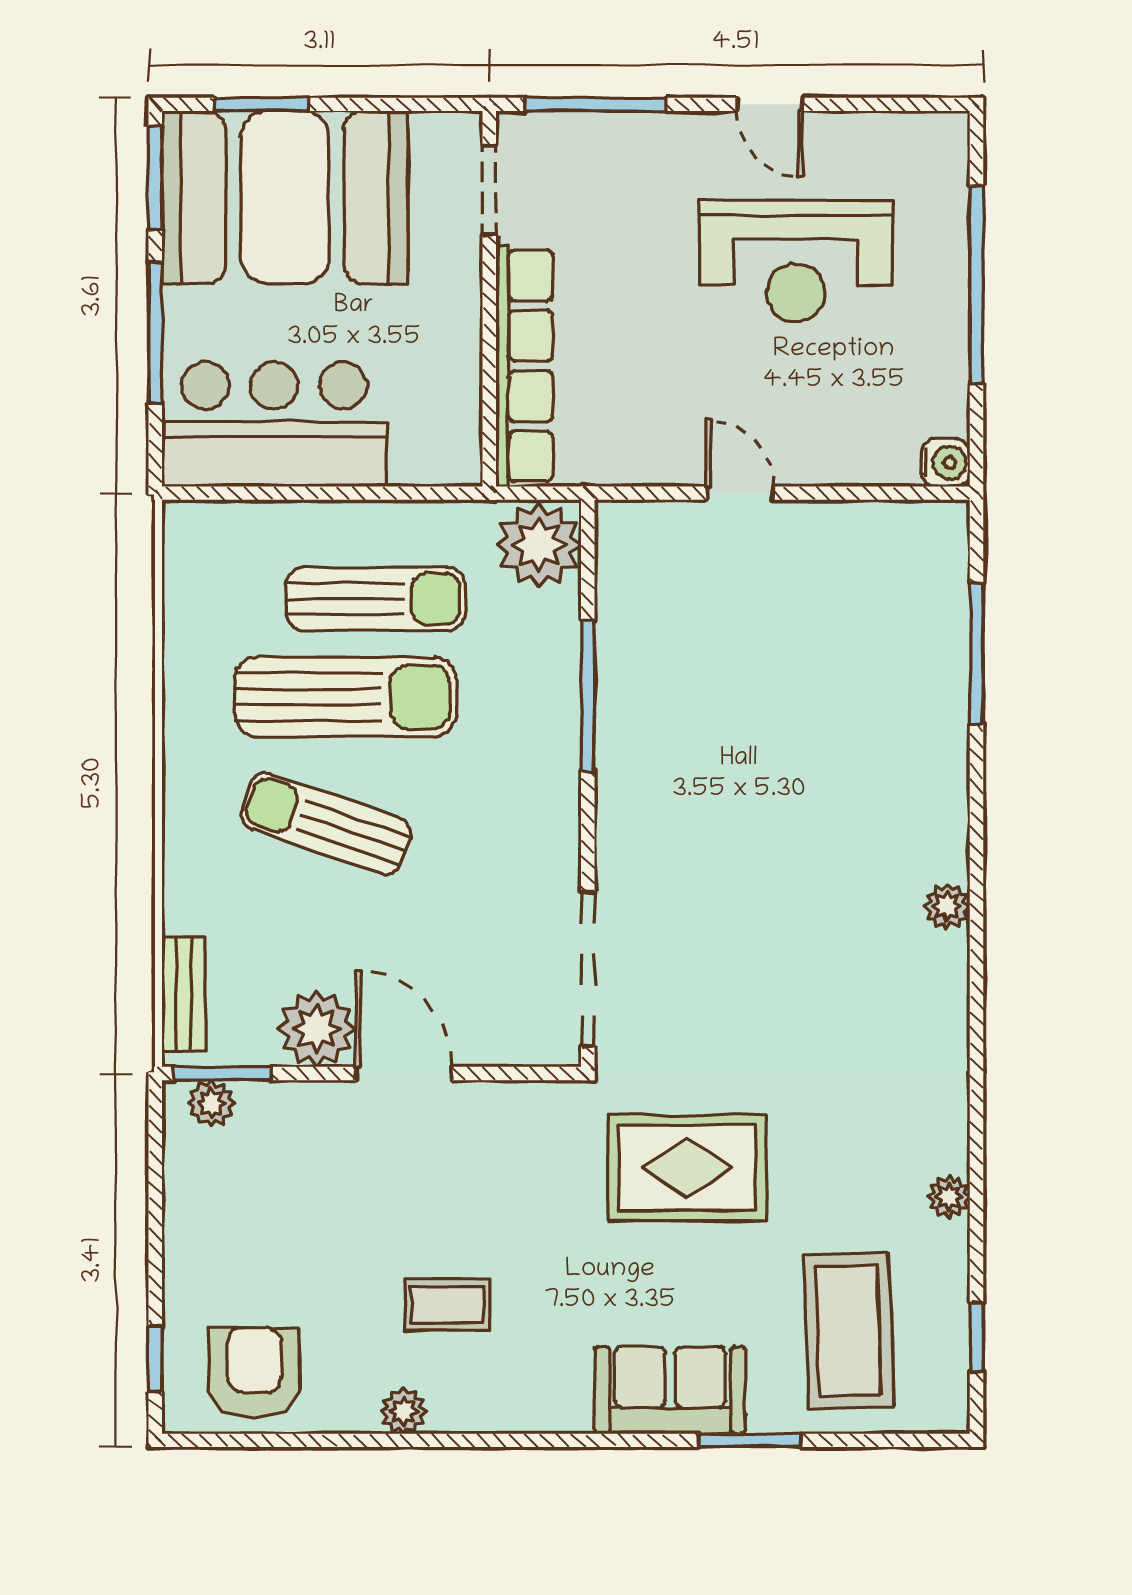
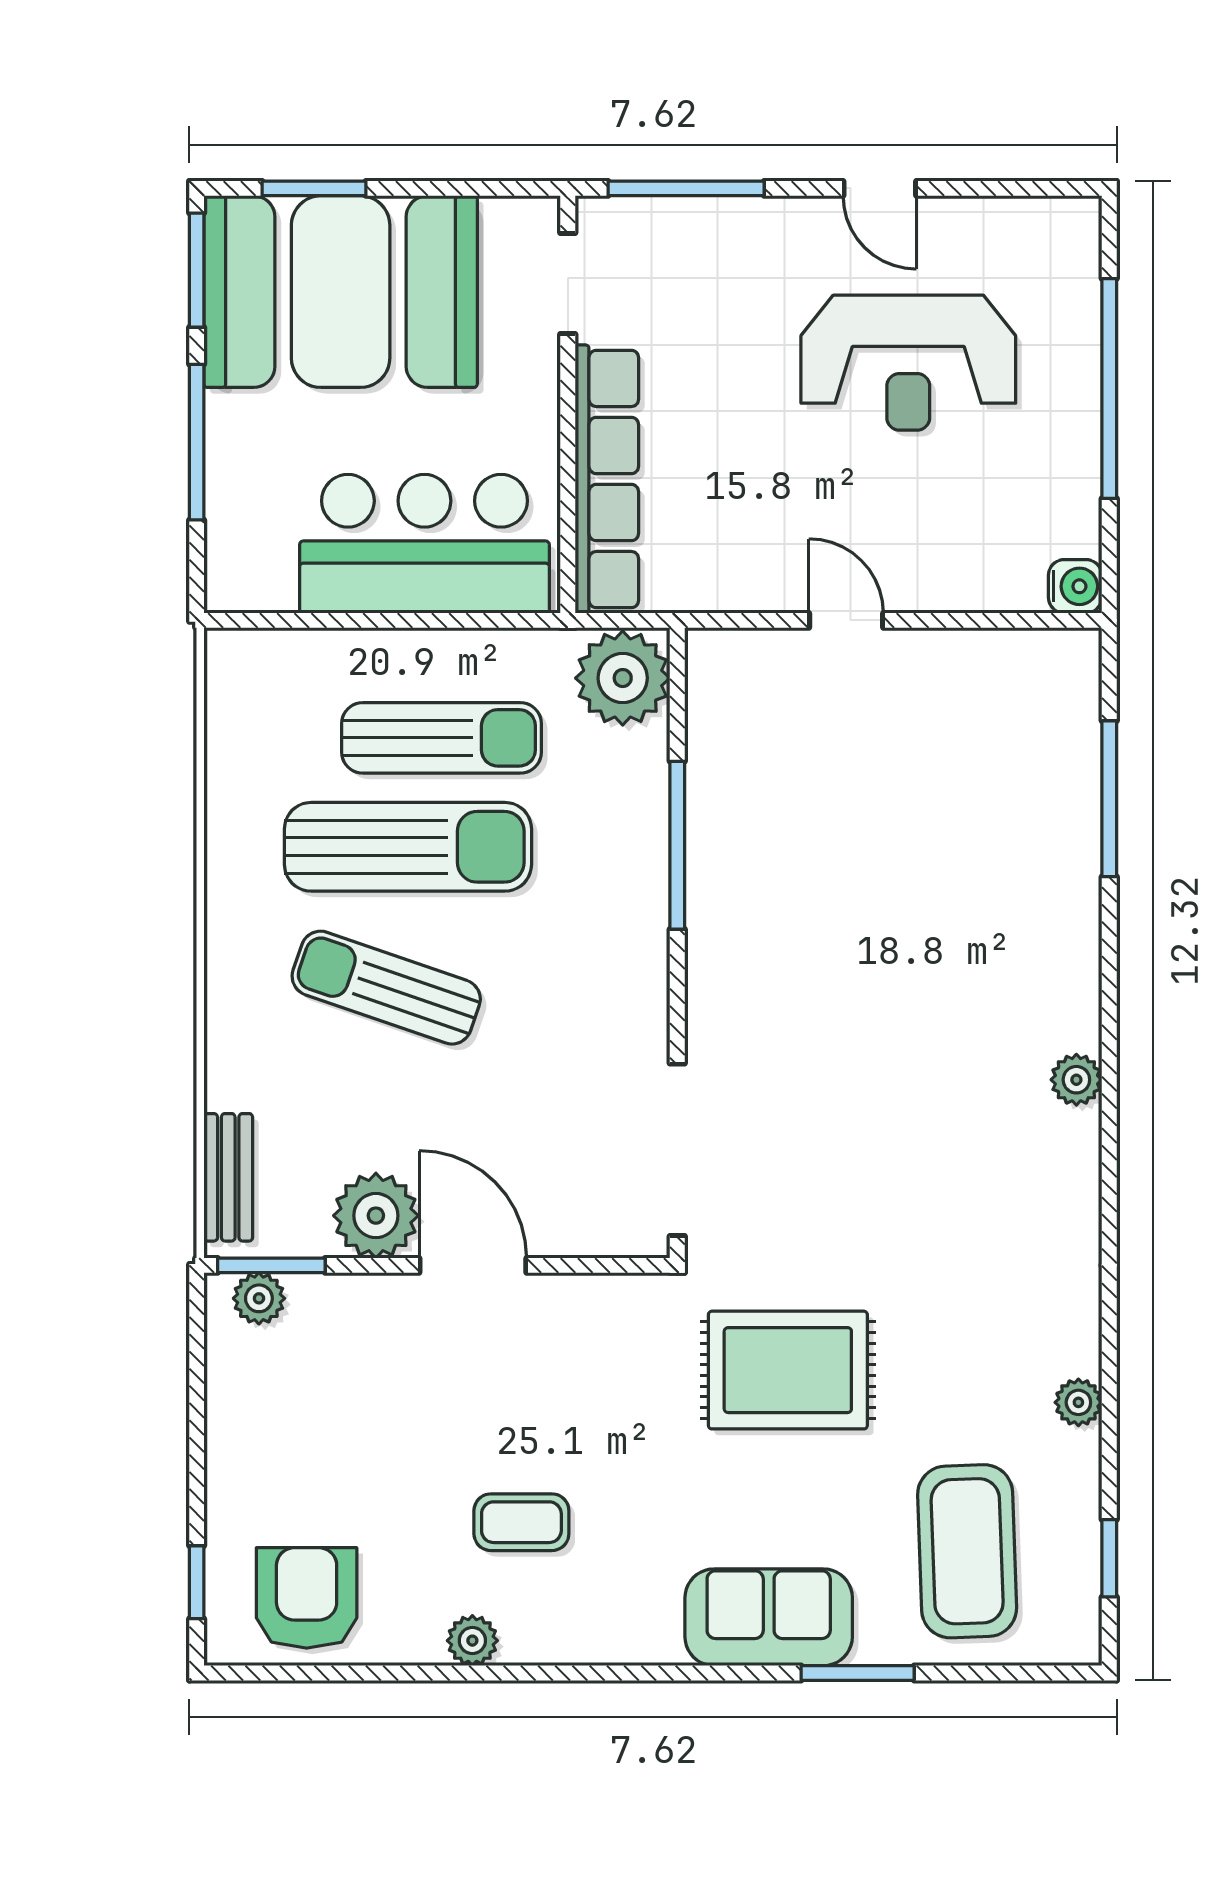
bar counter: (274, 424) -> (424, 544), moved

